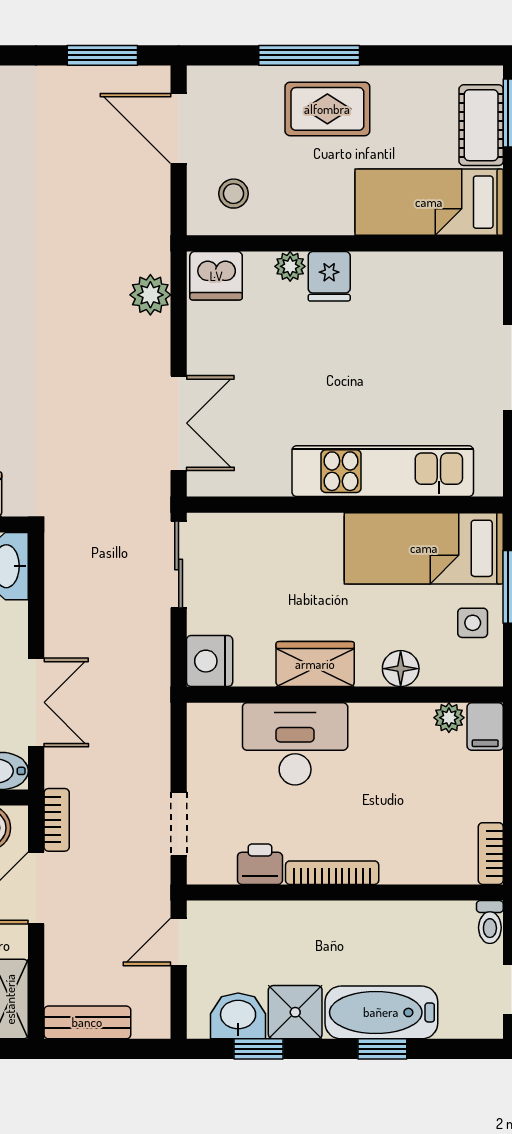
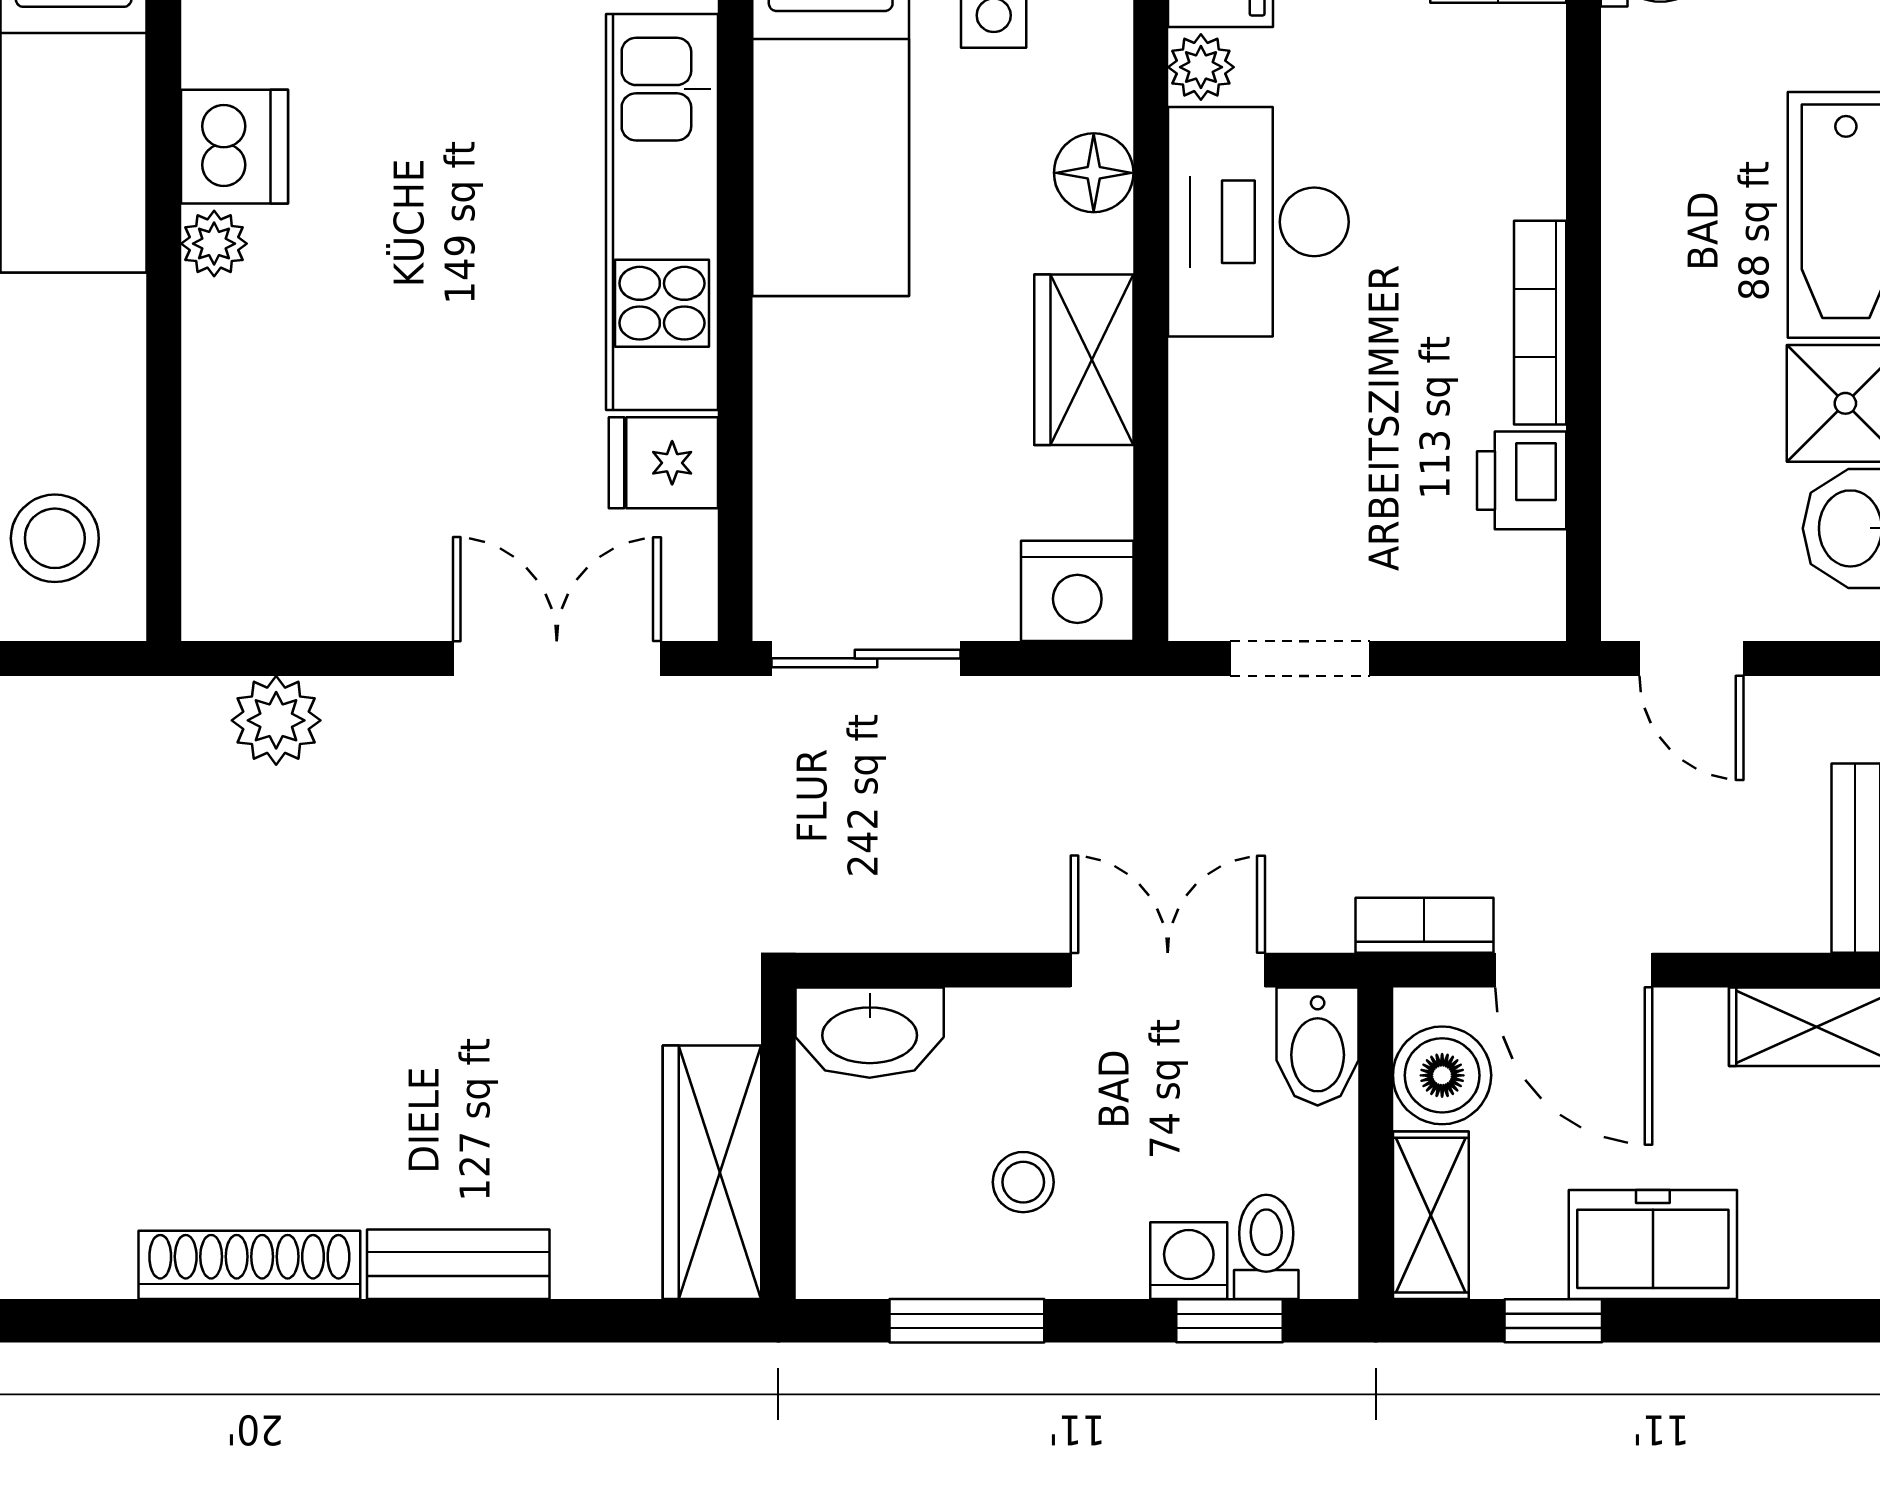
stool: (234, 194) -> (55, 538), width x1.37, depth x1.37
plant: (290, 266) -> (214, 244), moved
dishwasher: (216, 276) -> (234, 147), moved
fridge: (329, 276) -> (663, 463), moved, turned 180
desk: (295, 744) -> (1258, 222), moved
doorway: (179, 824) -> (1300, 658), moved

